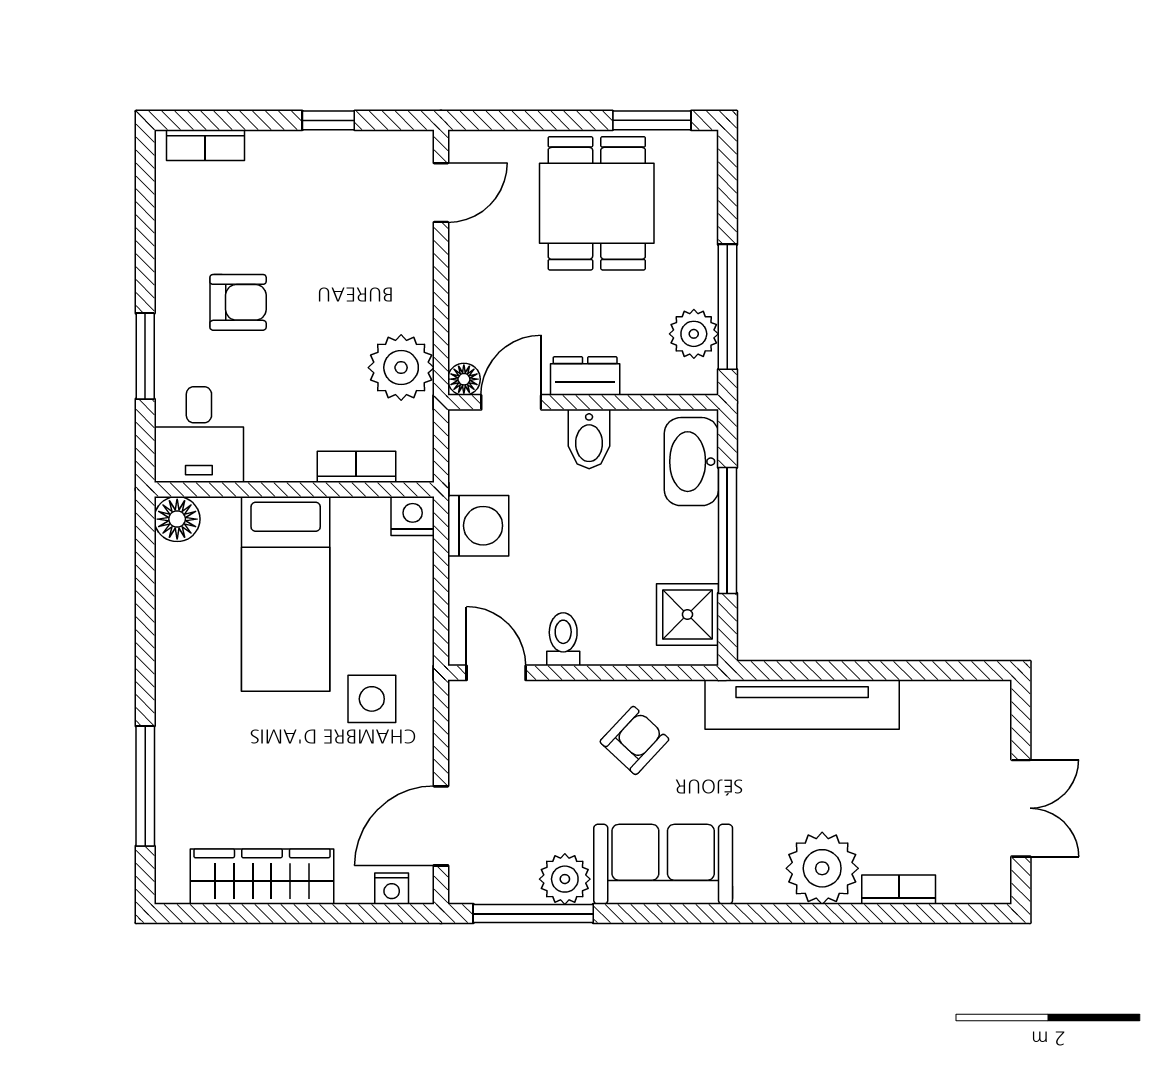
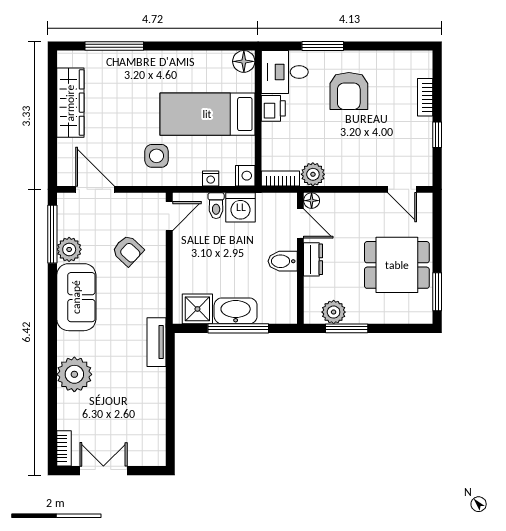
bookcase: (205, 145) -> (425, 97), moved
armchair: (238, 302) -> (349, 91), width x1.38, depth x1.38
window: (727, 307) -> (347, 328), width x0.69
plant: (401, 368) -> (313, 174), width x0.73, depth x0.73
printer: (274, 458) -> (273, 108), added
washbasin: (691, 462) -> (236, 311), moved
bookcase: (356, 467) -> (280, 178), moved, turned -90
toilet: (563, 639) -> (216, 206), moved, turned 90
tv unit: (802, 705) -> (156, 342), width x0.52, depth x0.78
armchair: (634, 740) -> (128, 251), moved
double door: (1021, 808) -> (103, 471), swing flipped
nightstand: (392, 889) -> (211, 178), moved, turned -90
bookcase: (899, 890) -> (64, 448), moved

